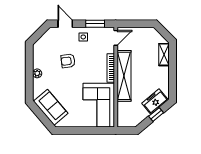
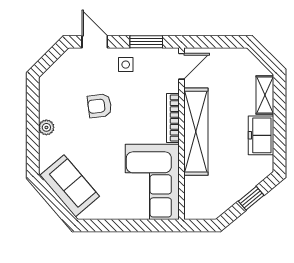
freezer: (155, 102) -> (261, 135), moved, turned -50

